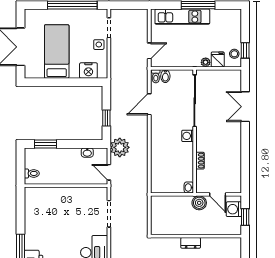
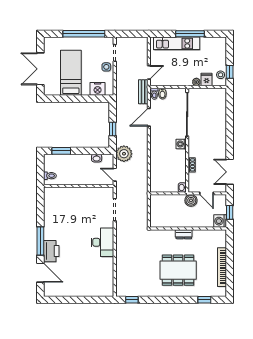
bench: (143, 74) -> (143, 92), added
double door: (245, 107) -> (230, 172), moved
washing machine: (234, 209) -> (220, 221), moved

